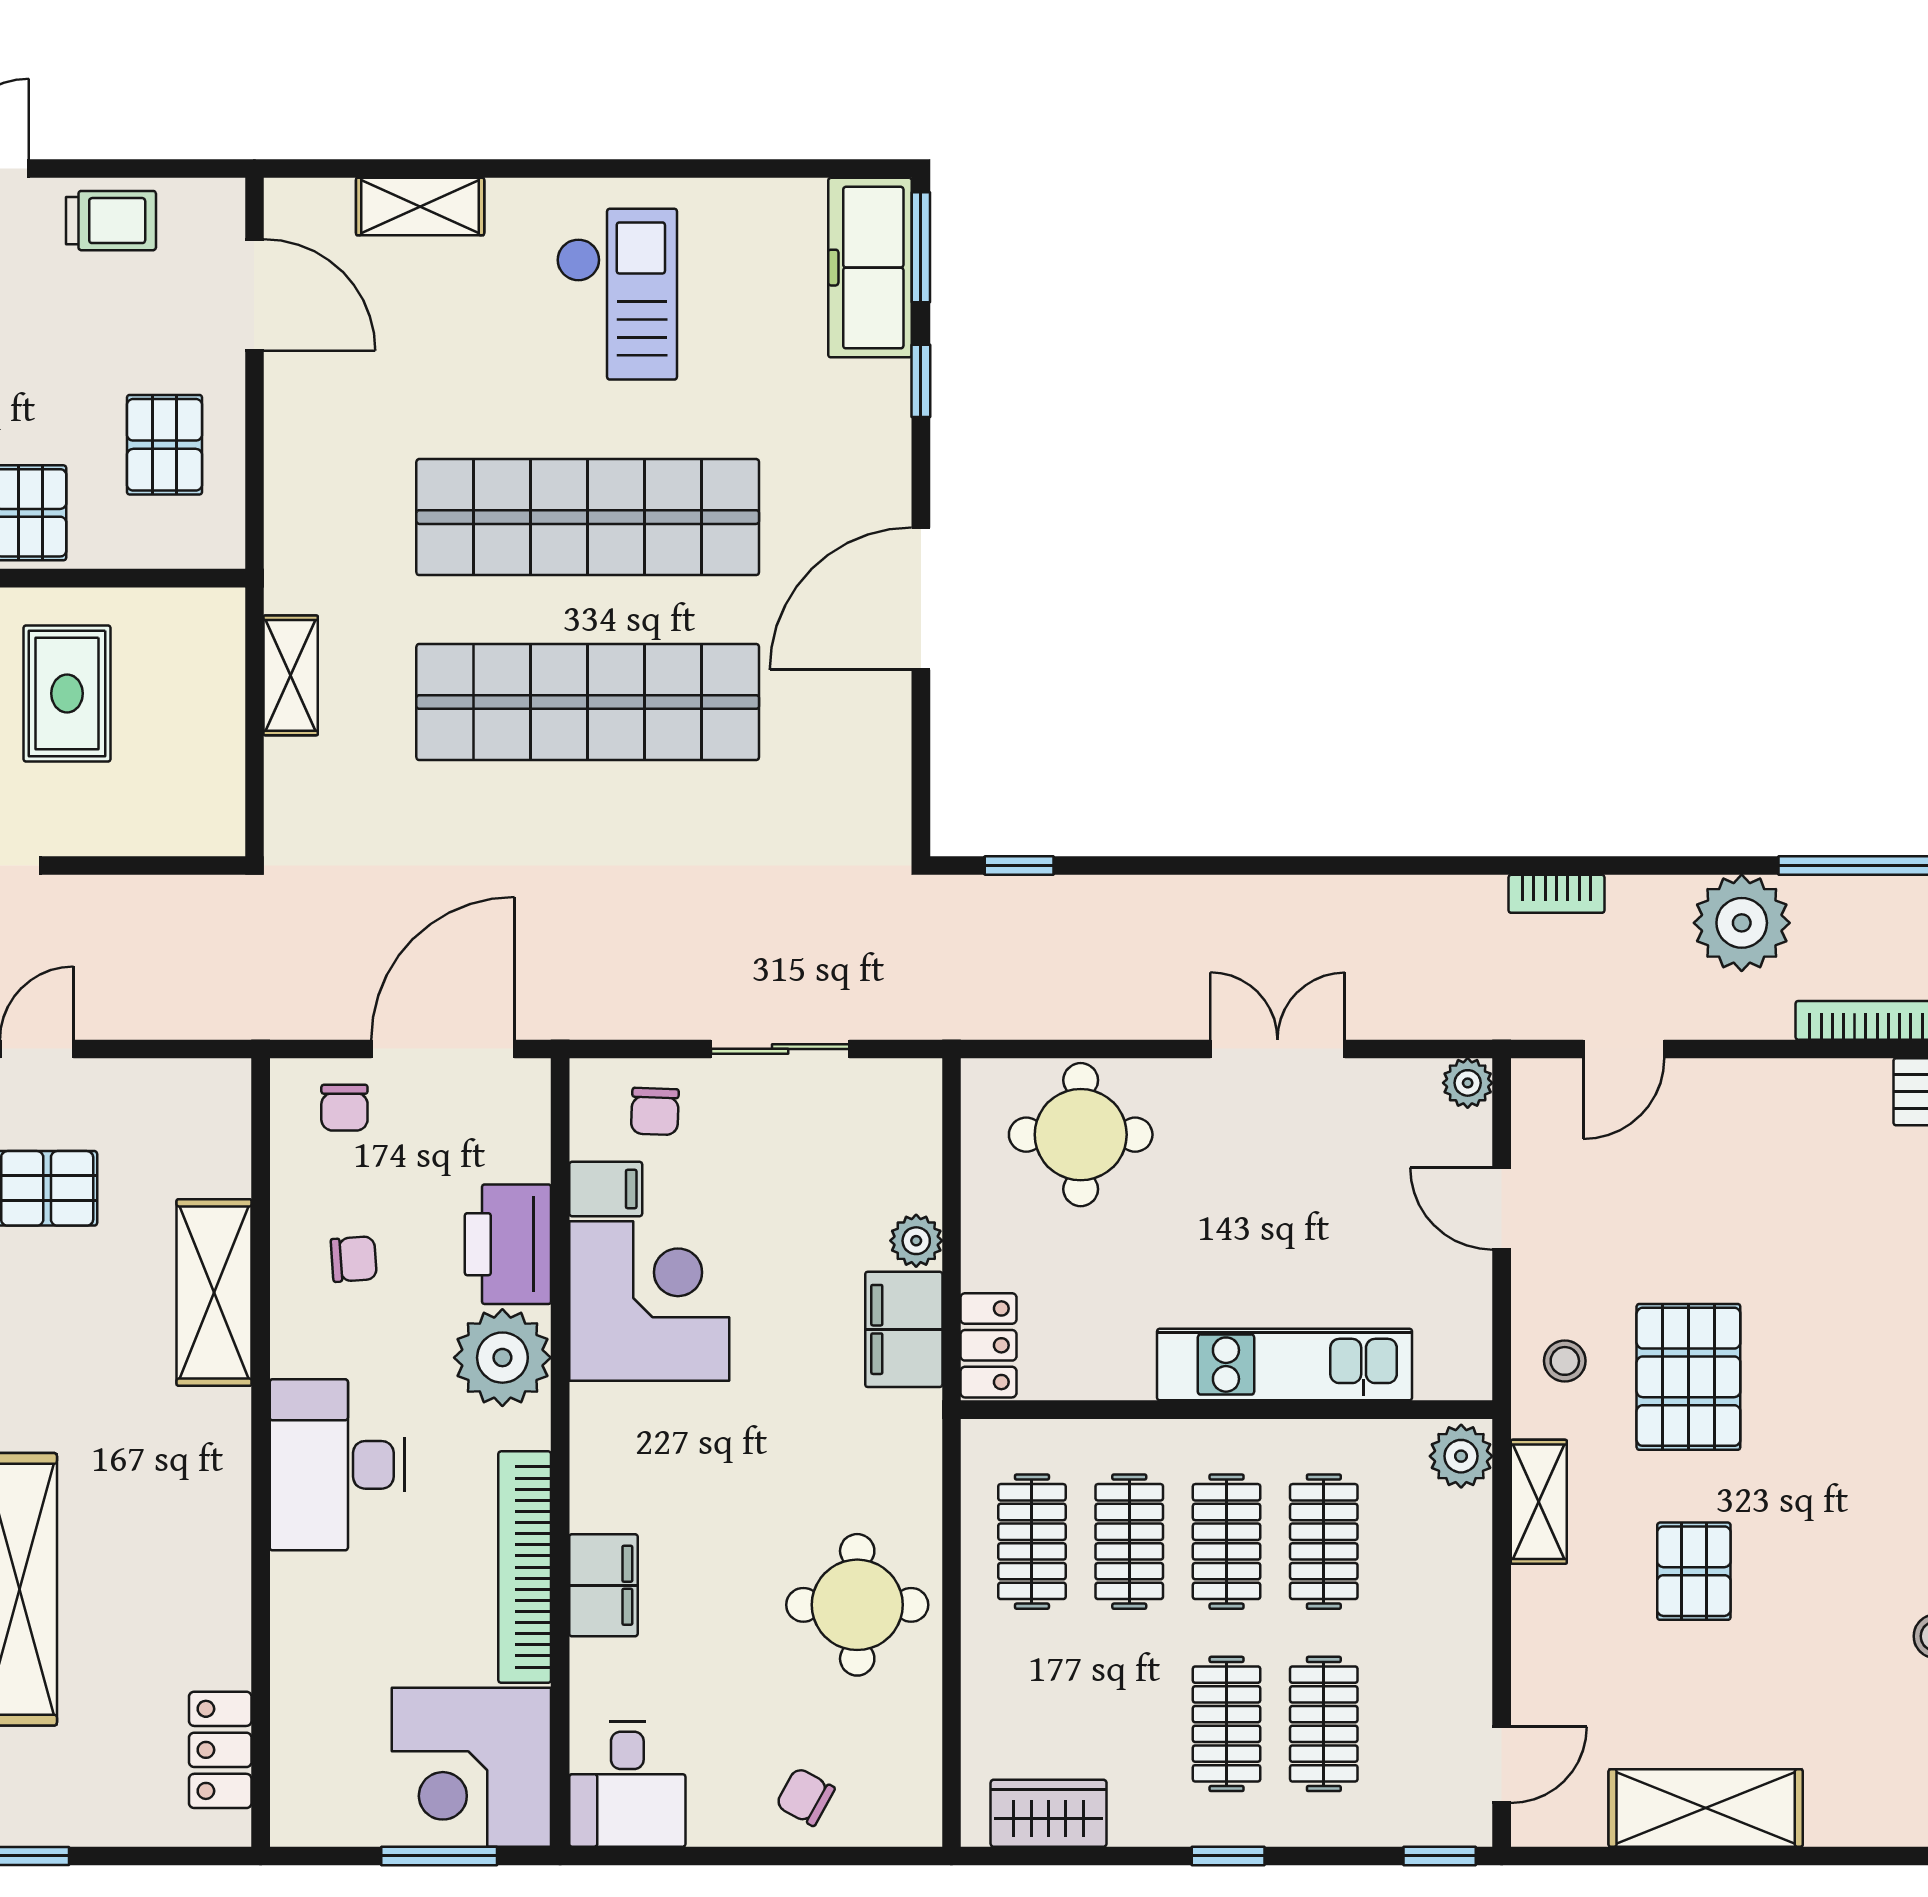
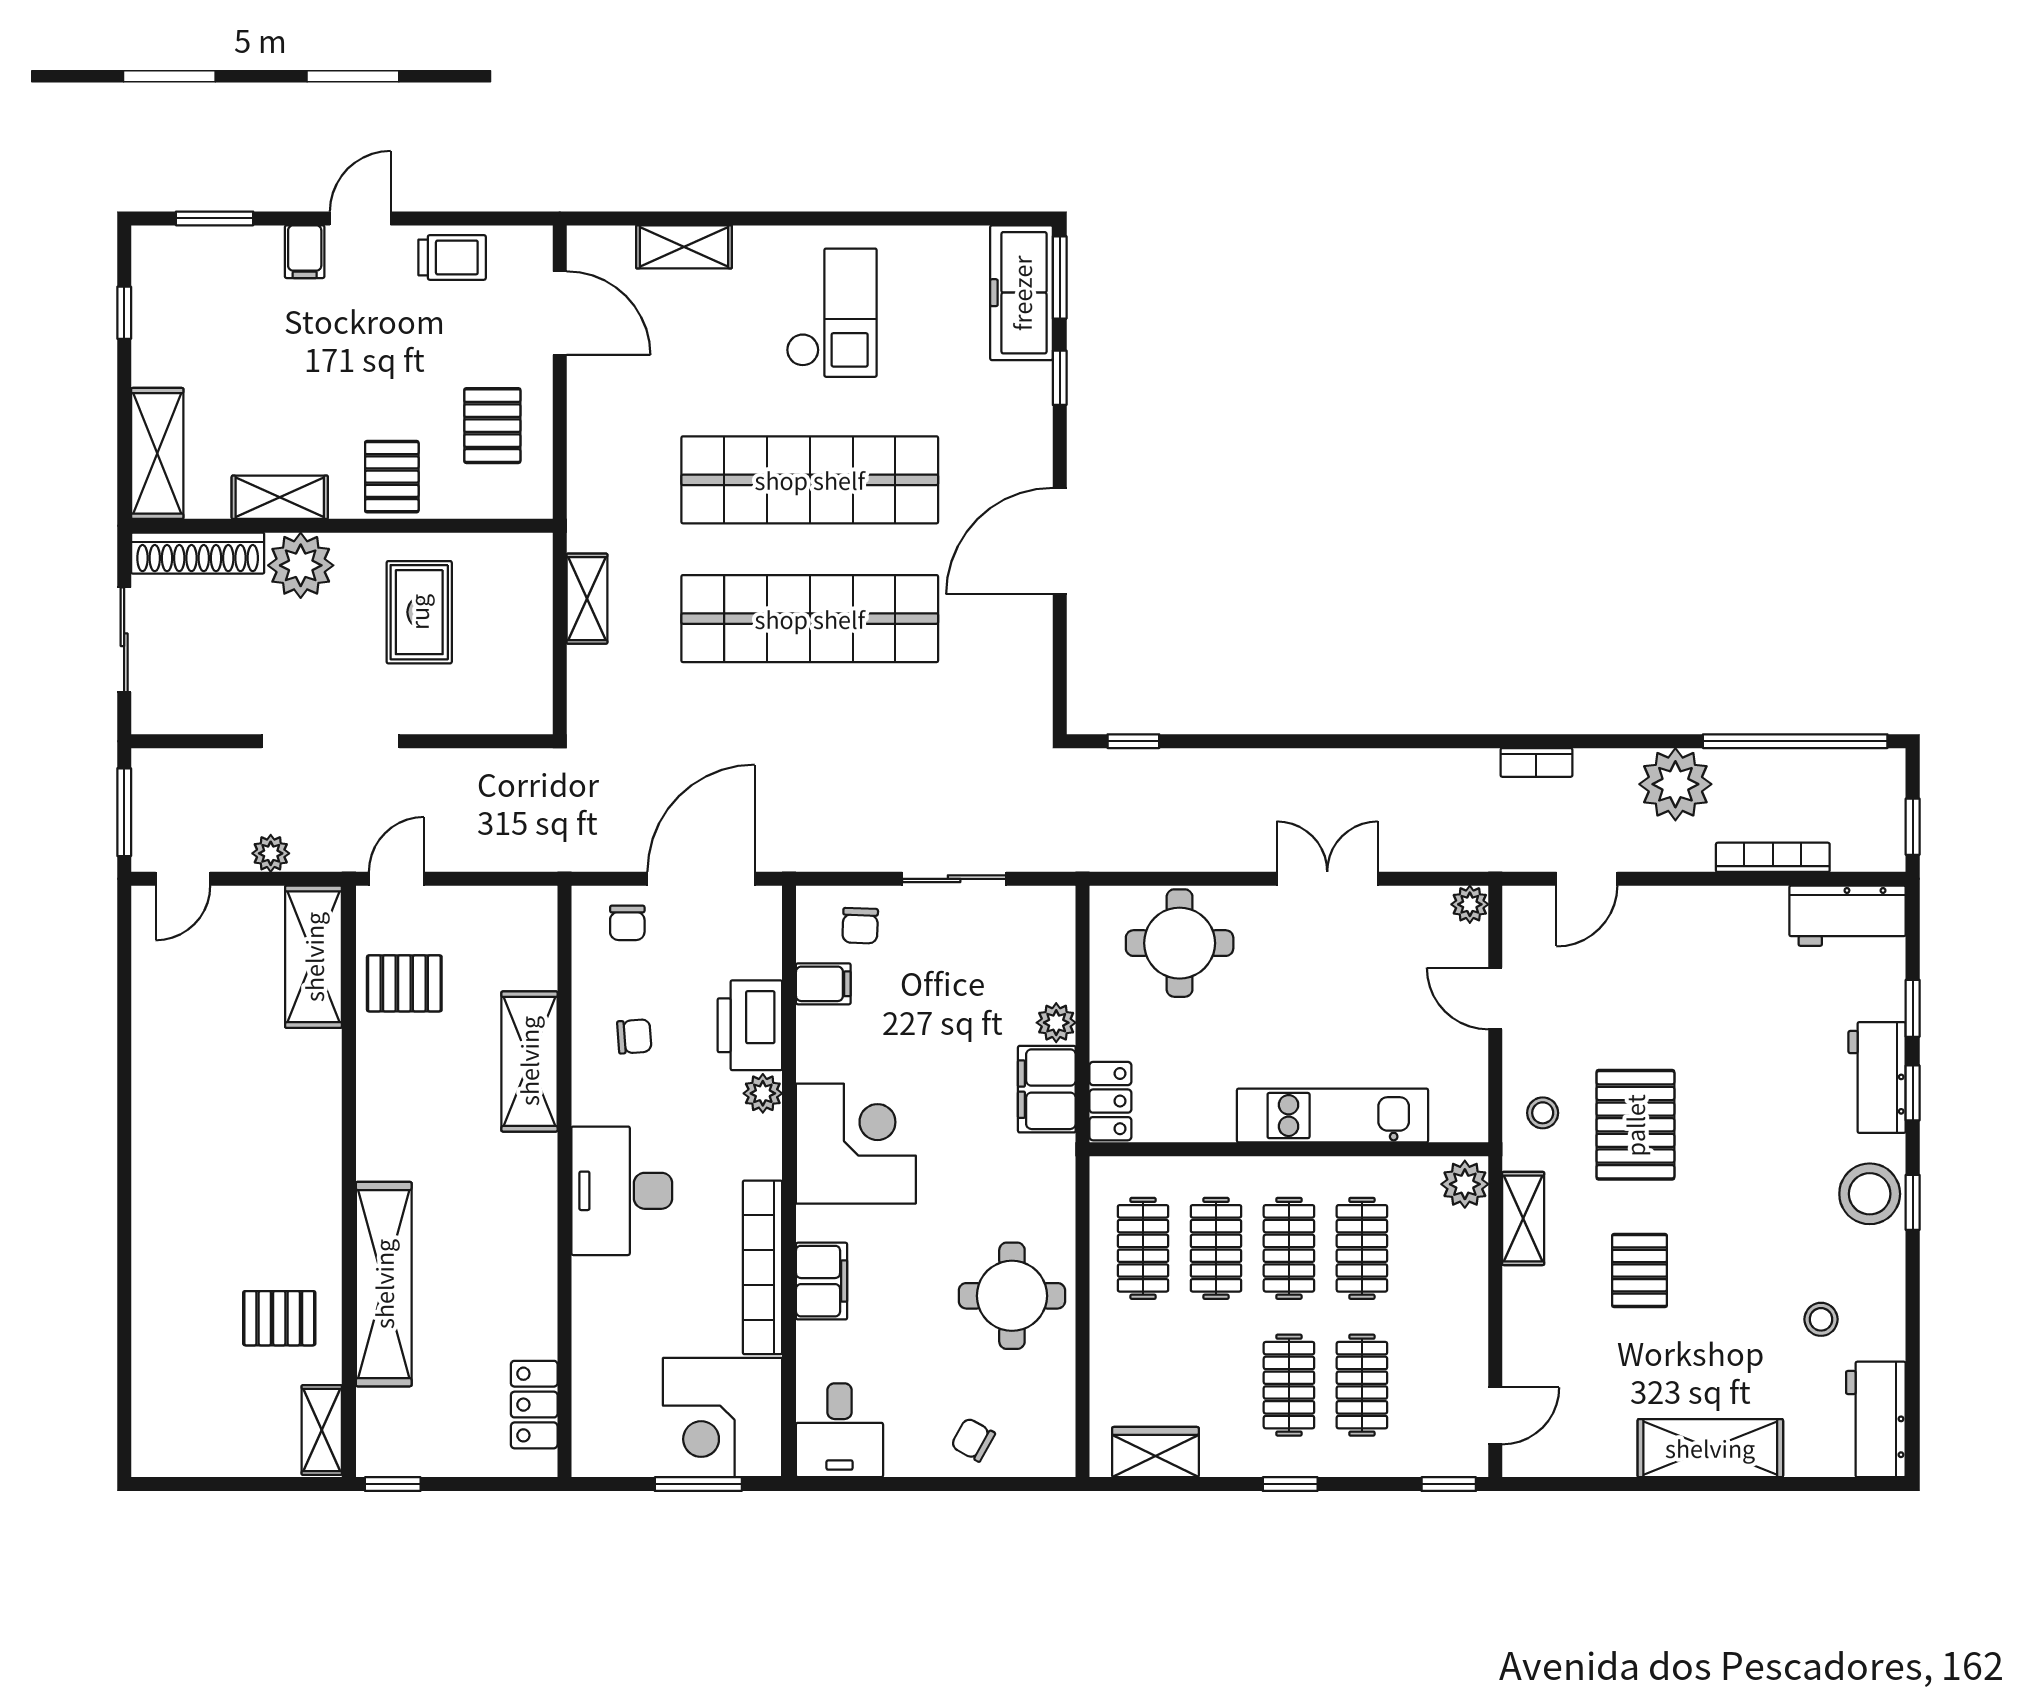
corner desk: (649, 1301) -> (856, 1144), moved
plant: (502, 1358) -> (763, 1093), width x0.53, depth x0.53
shelving: (1706, 1808) -> (1710, 1448), moved

